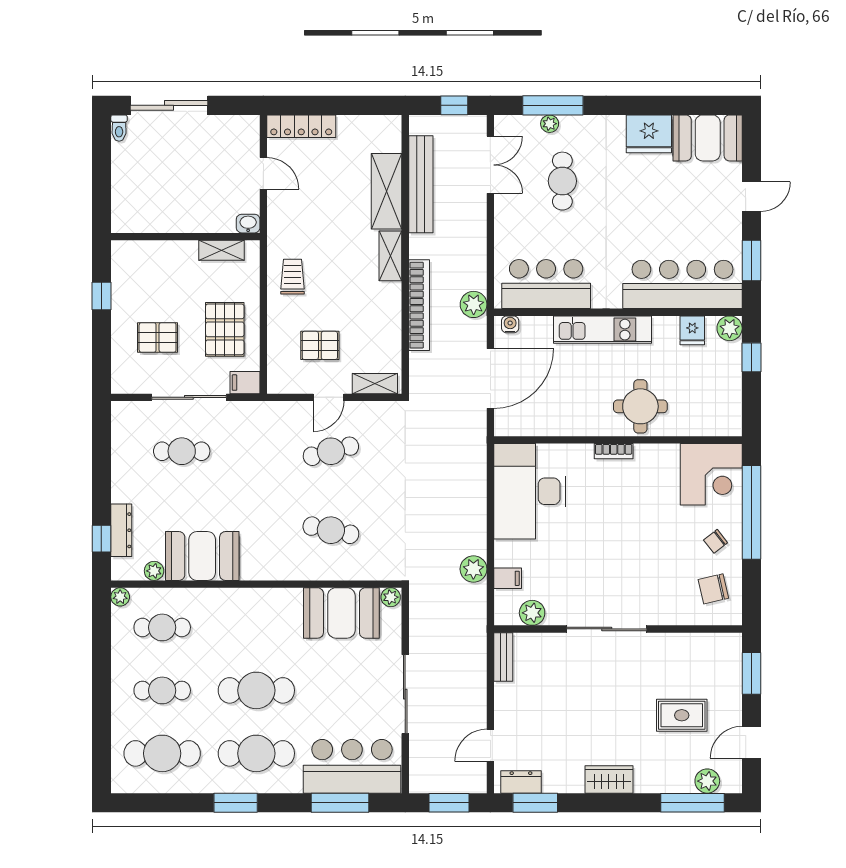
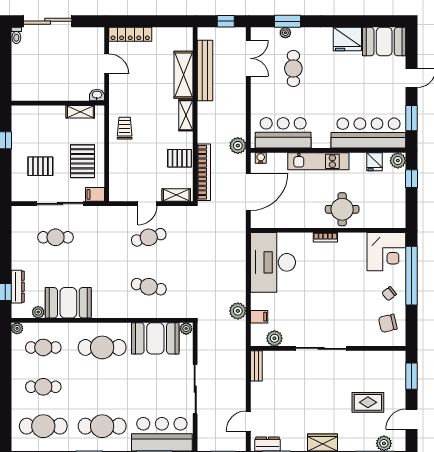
window: (553, 105) -> (287, 21), width x0.69
bookcase: (419, 305) -> (204, 172), moved
pallet: (320, 345) -> (180, 158), moved
cafe table: (256, 690) -> (102, 347), moved

